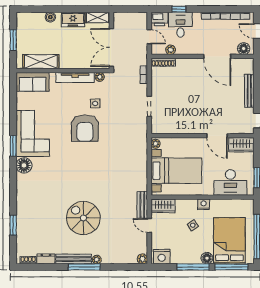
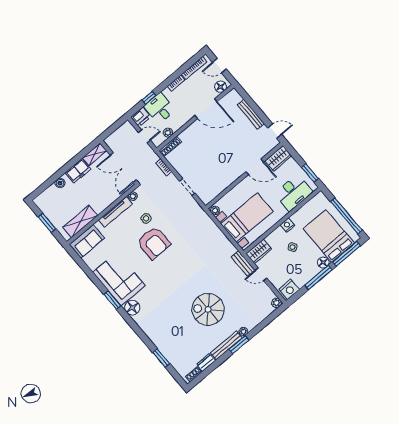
window: (84, 267) -> (239, 345), width x0.69

